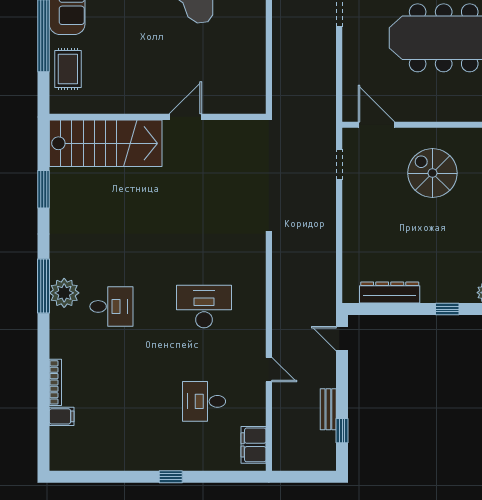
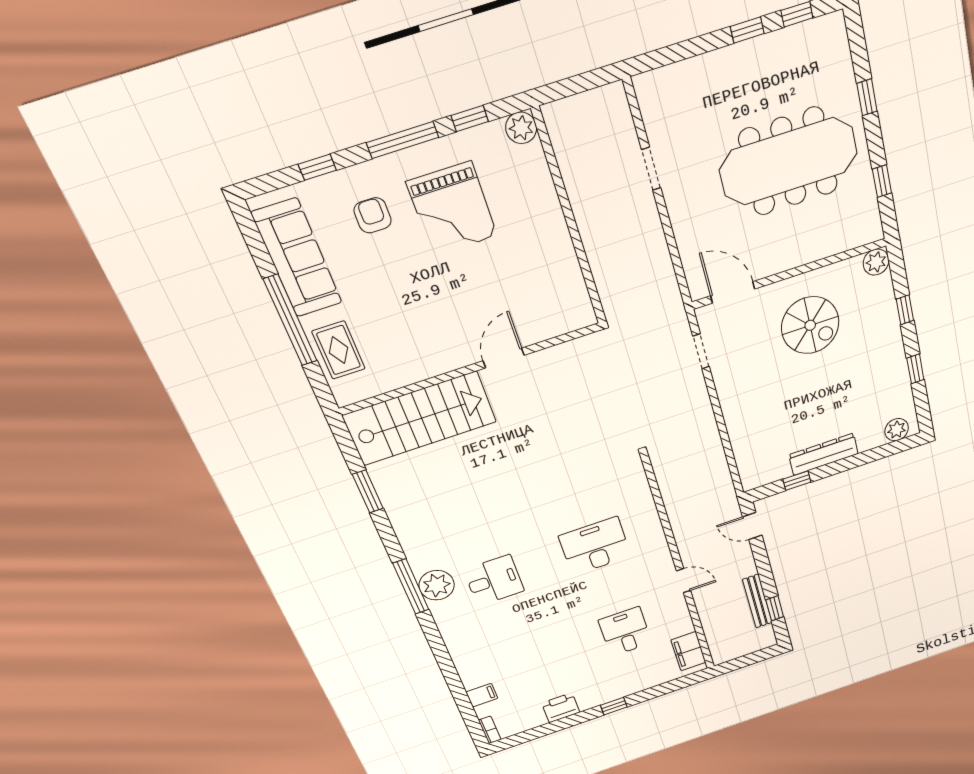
spiral stairs: (432, 173) -> (810, 325), turned 180
dresser: (390, 292) -> (824, 454), moved
window: (447, 309) -> (797, 481), moved
bookcase: (55, 382) -> (490, 730), moved, width x0.64
desk: (204, 401) -> (625, 632), turned 90
bench: (328, 409) -> (757, 601), width x1.36
printer: (124, 459) -> (561, 708), added

